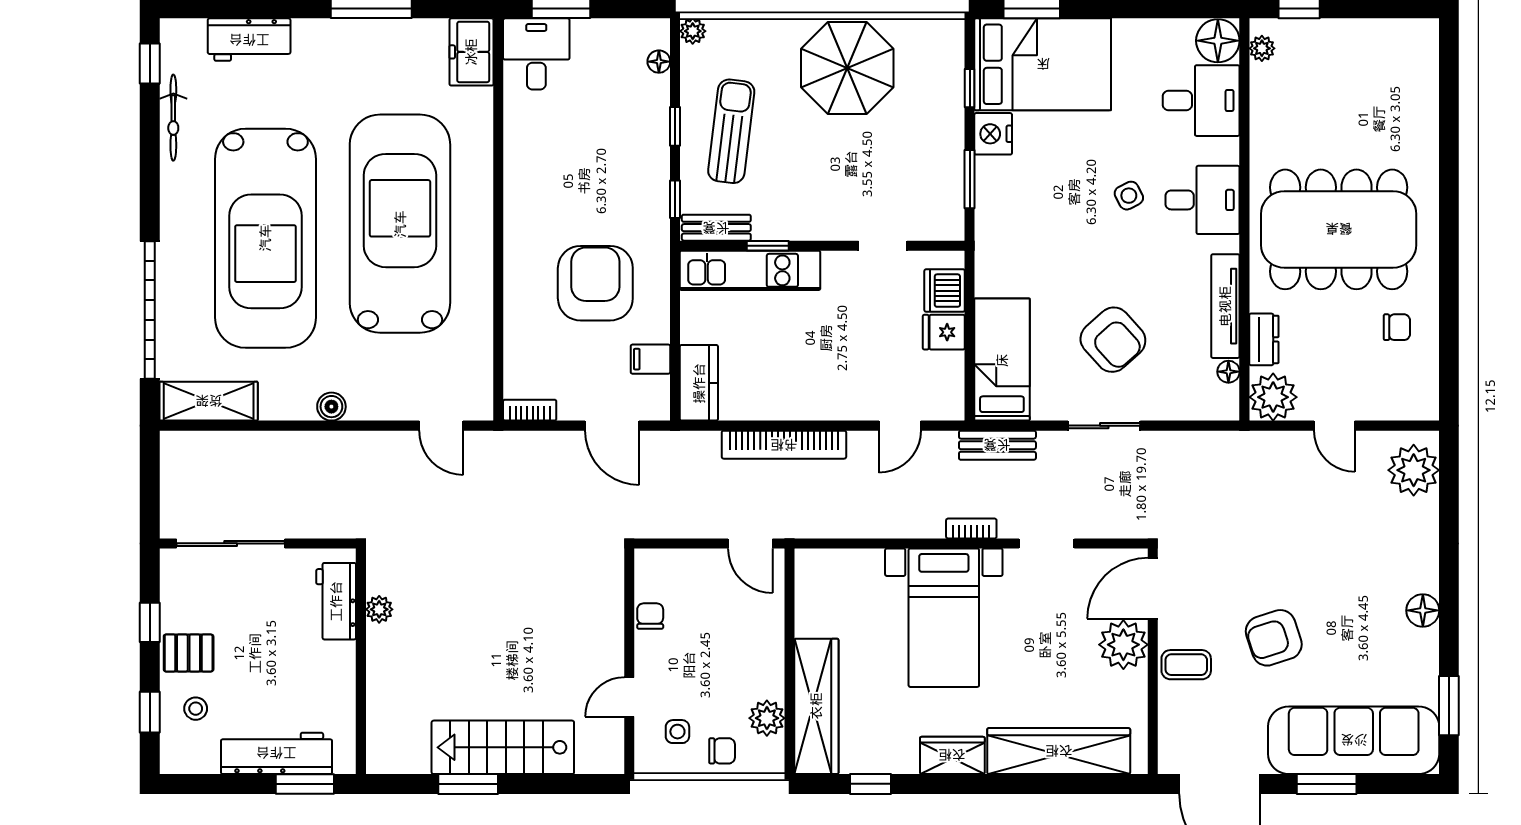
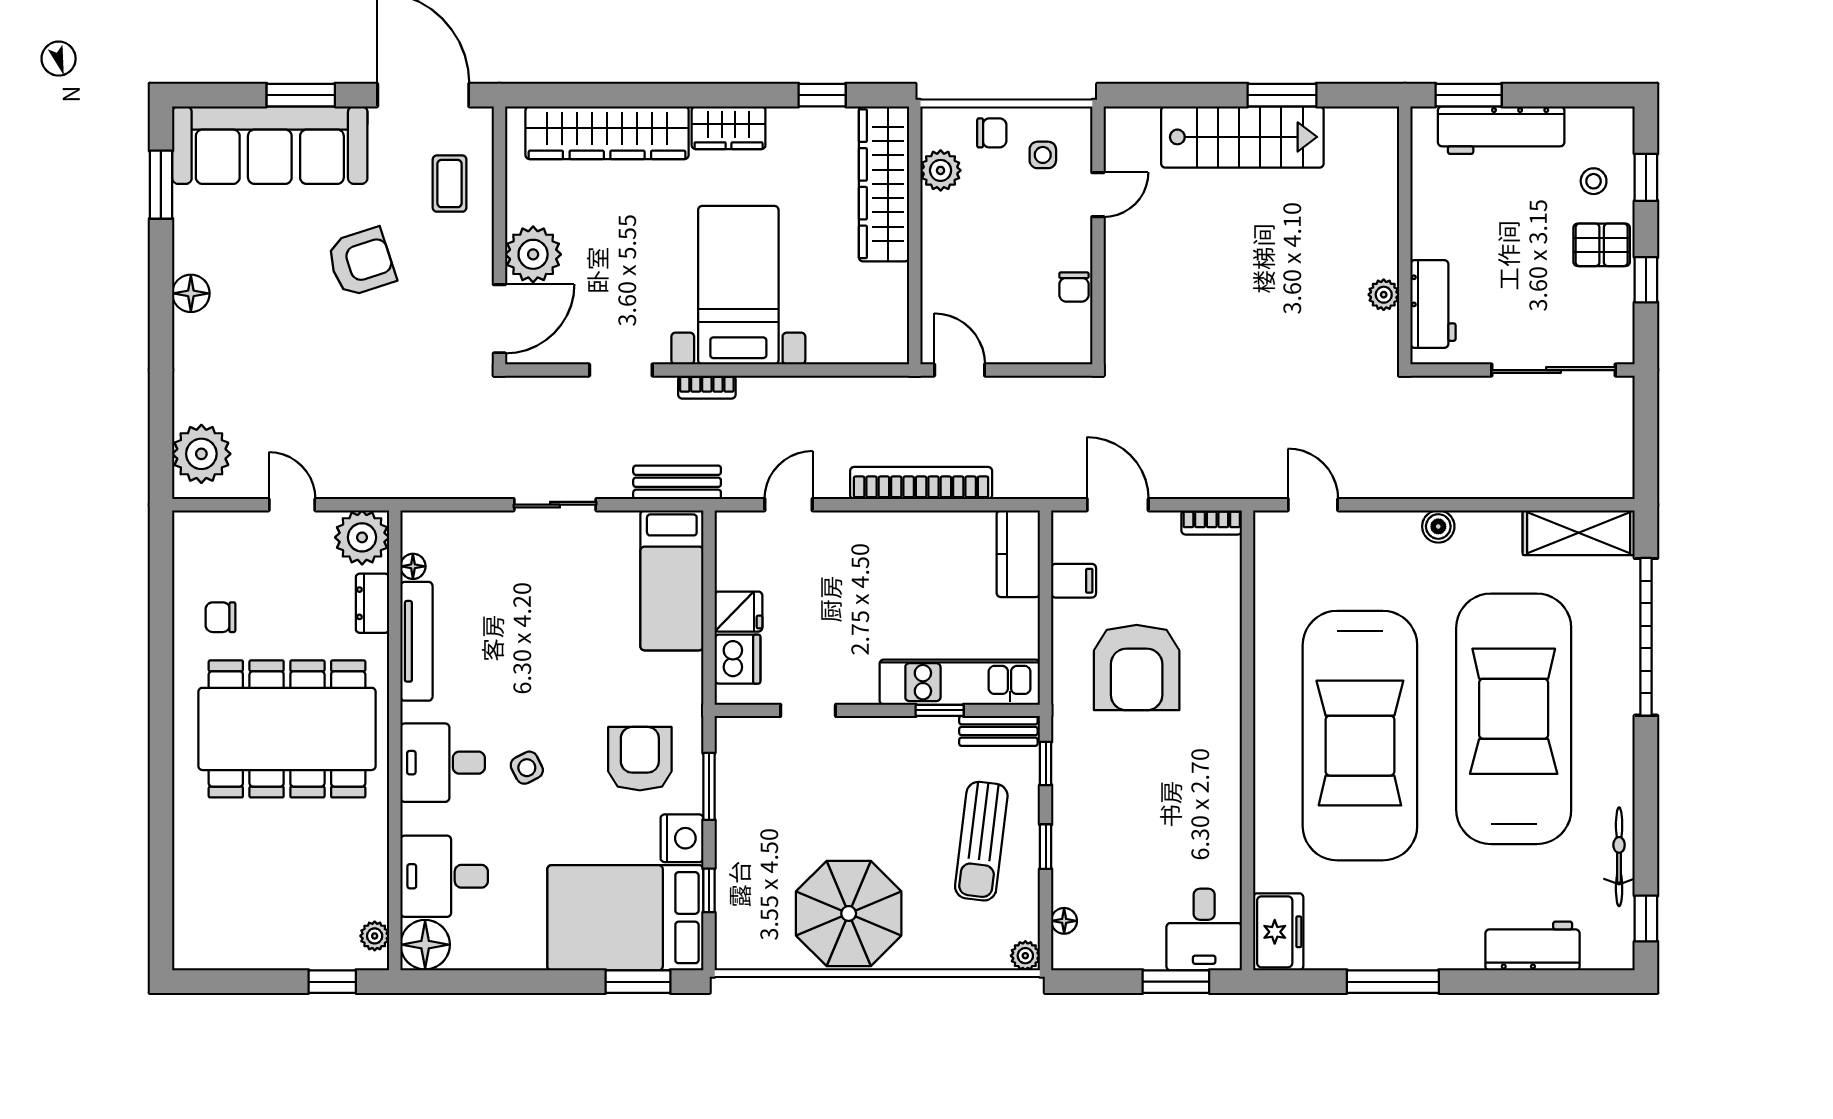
armchair: (1113, 340) -> (640, 759), moved, turned 42
coffee table: (1186, 665) -> (450, 184), moved, turned 90
chair: (722, 751) -> (992, 133), turned 180

